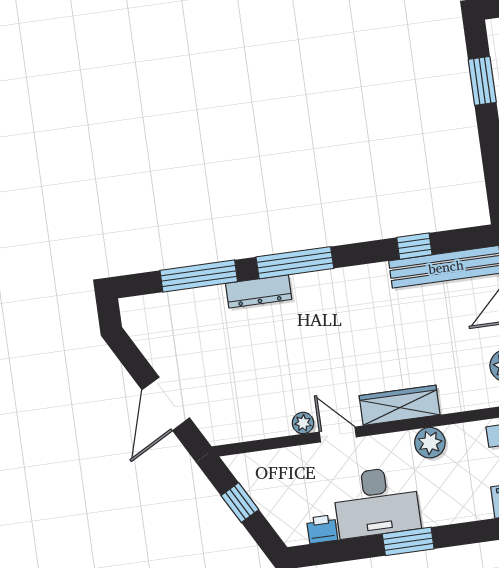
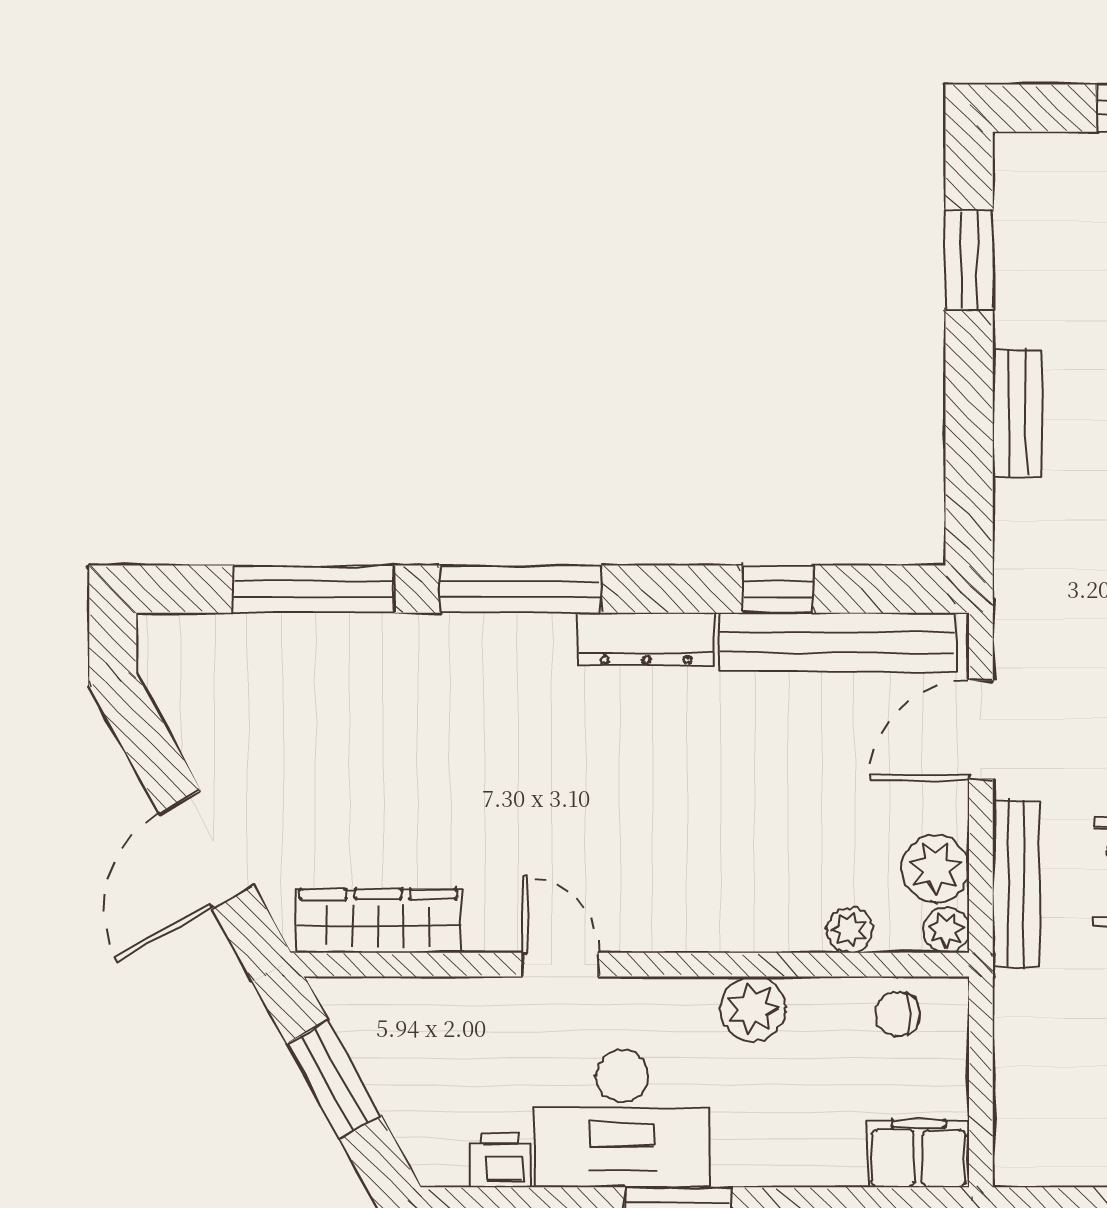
dresser: (259, 291) -> (646, 639), moved
wardrobe: (400, 405) -> (378, 921), moved
plant: (303, 423) -> (850, 930), moved
window: (240, 503) -> (334, 1080), width x1.50

